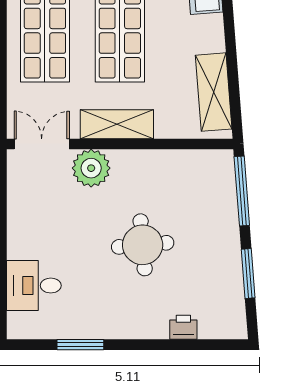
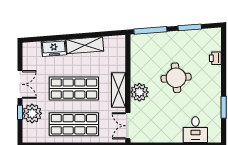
shelving: (214, 92) -> (85, 45), moved
plant: (91, 168) -> (139, 92), moved

